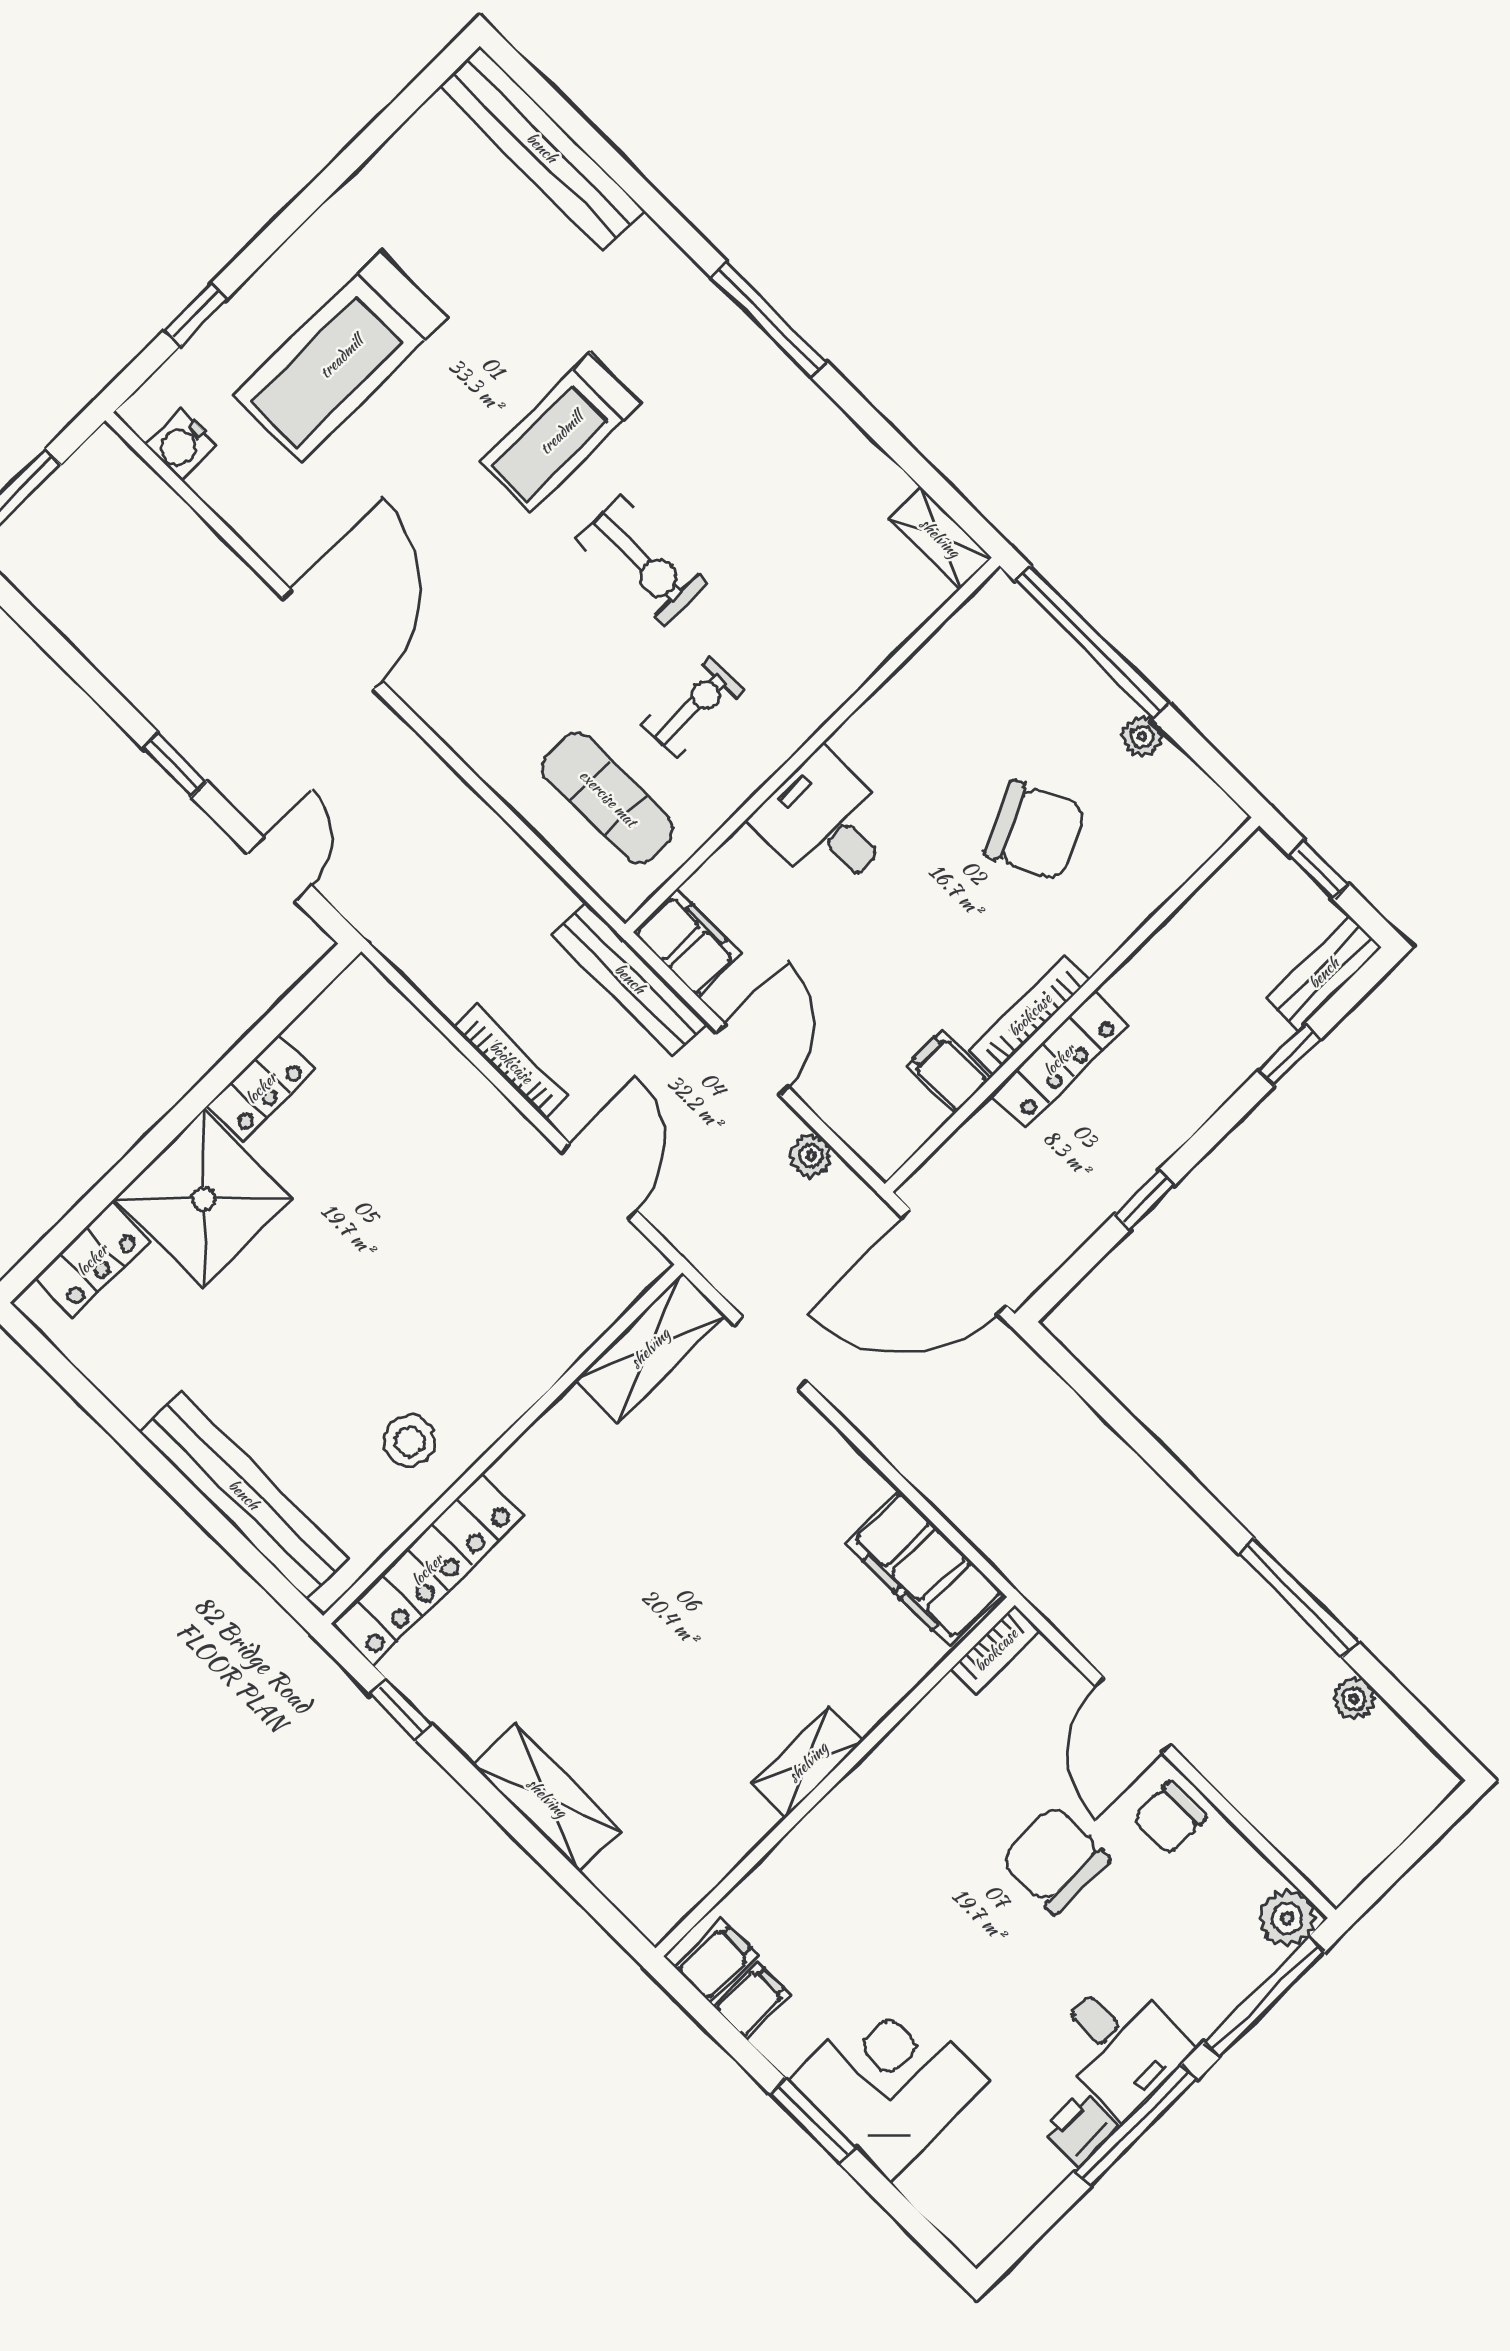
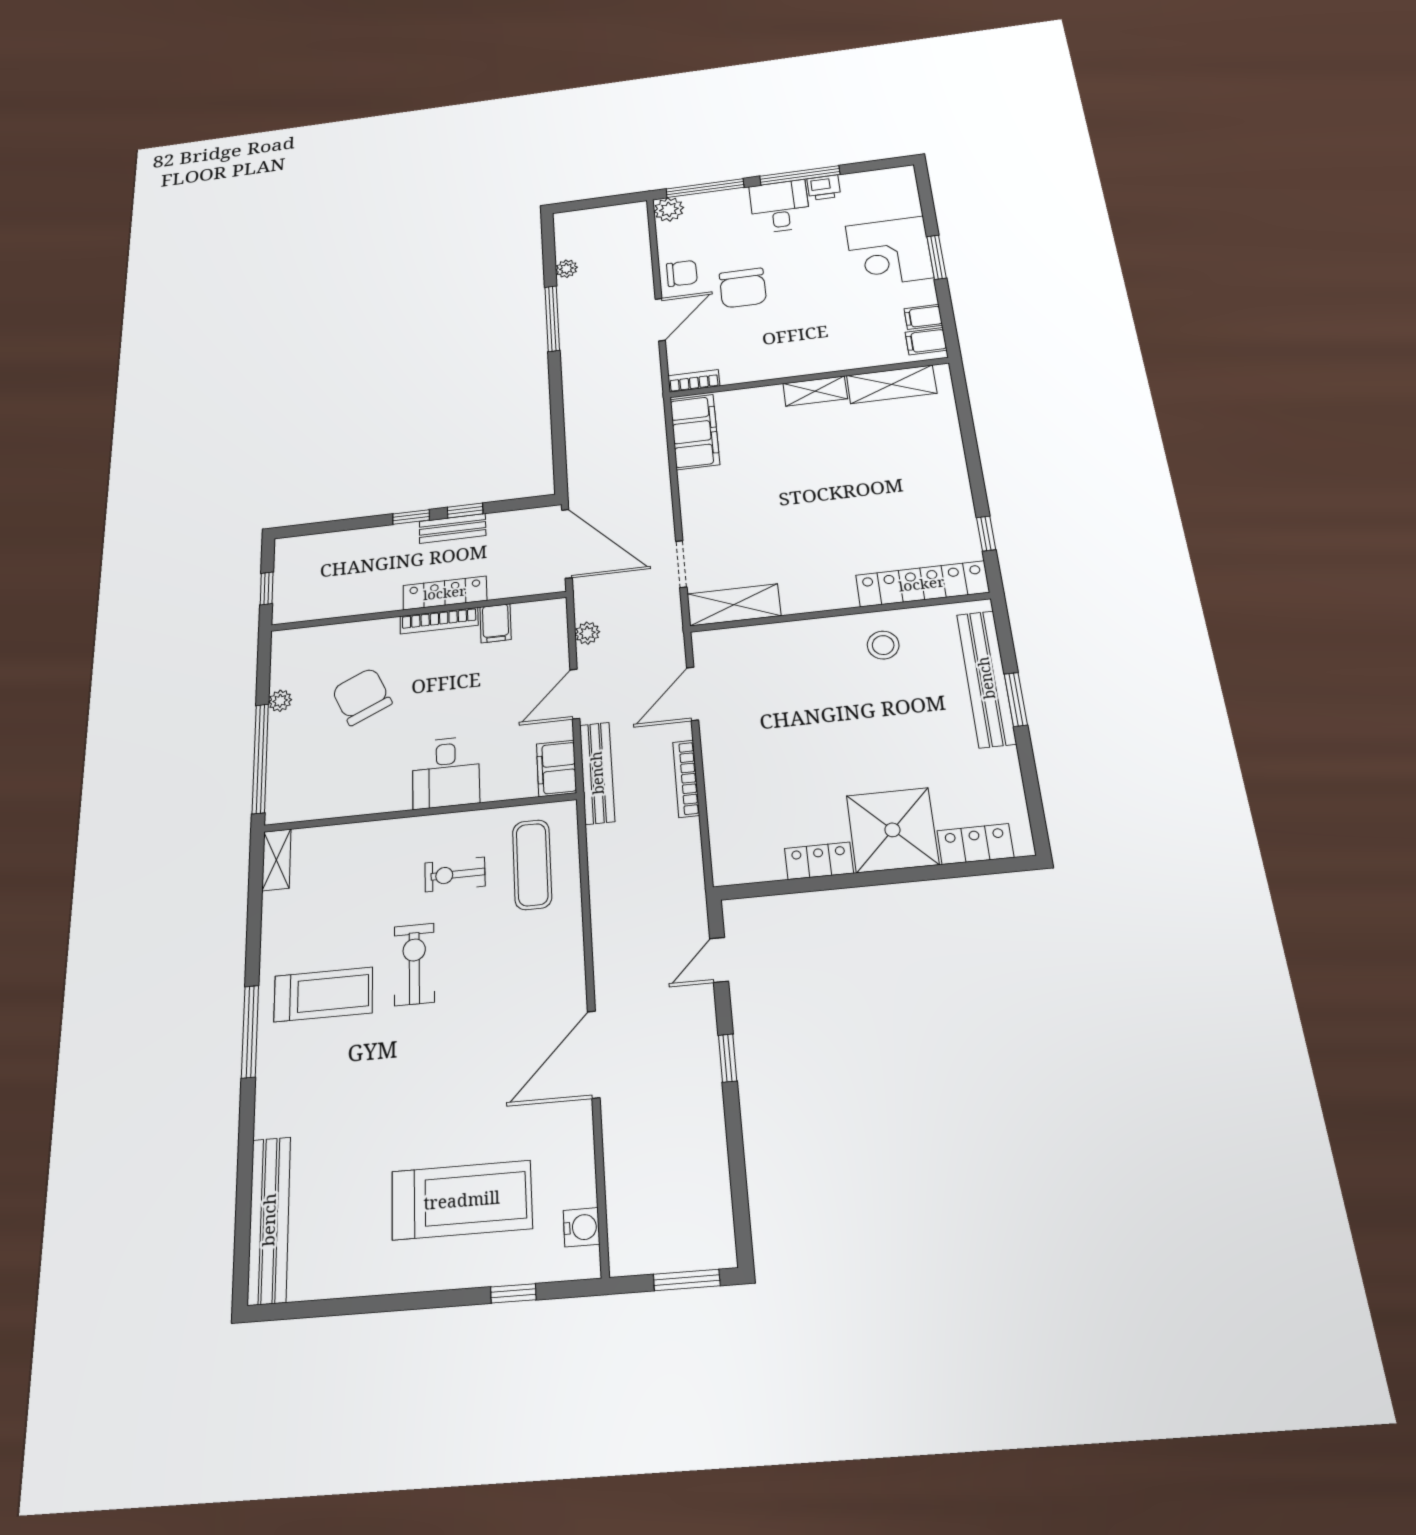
treadmill: (561, 433) -> (323, 994), moved
bench: (1324, 973) -> (453, 528), moved
window: (1290, 1055) -> (411, 517), moved
window: (186, 1494) -> (1016, 699), added
shelving: (547, 1798) -> (892, 384), moved, turned 90

